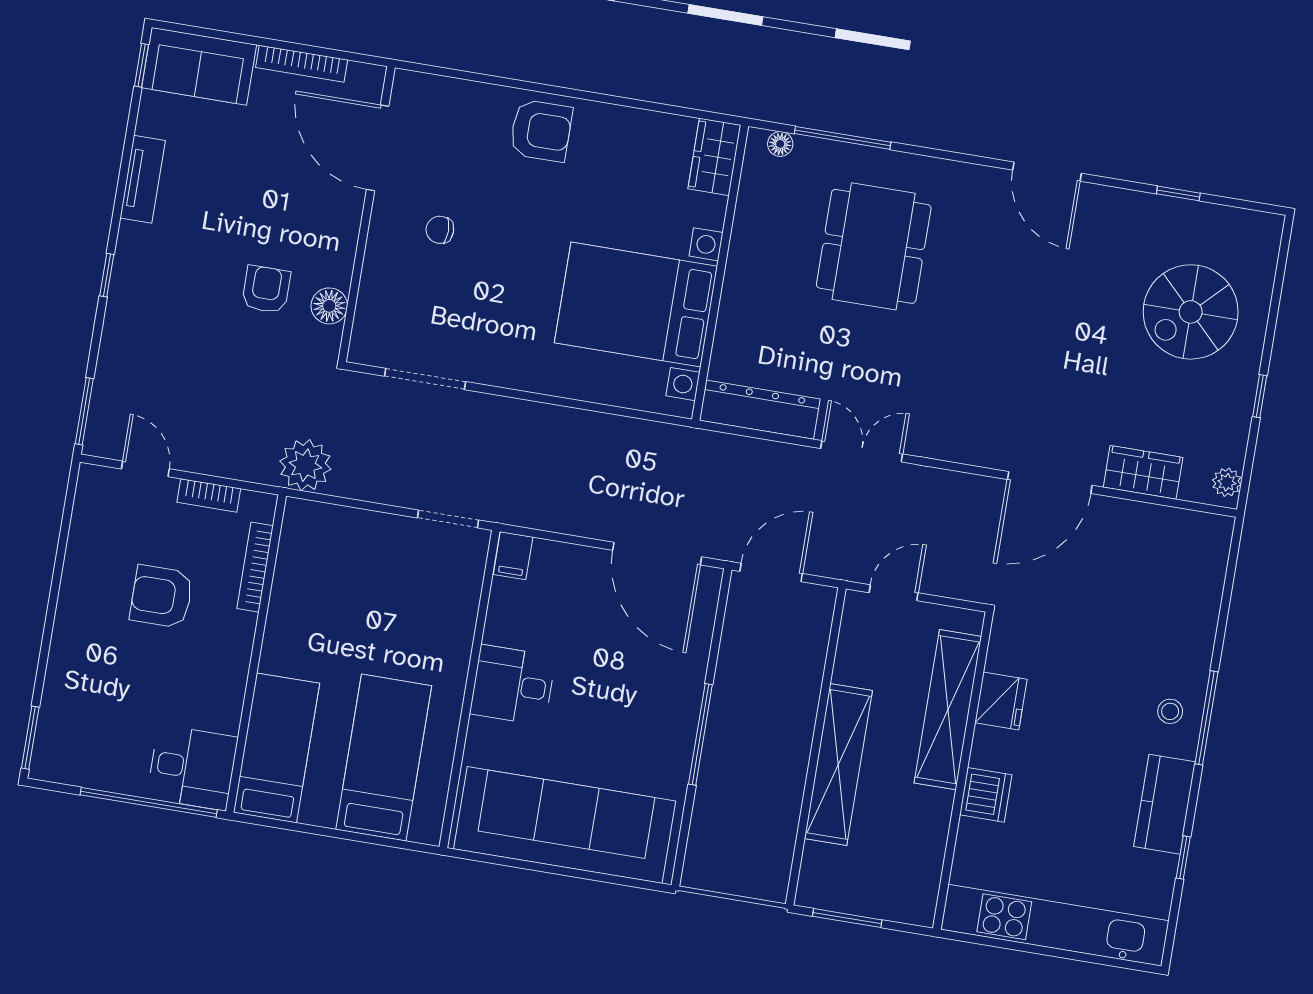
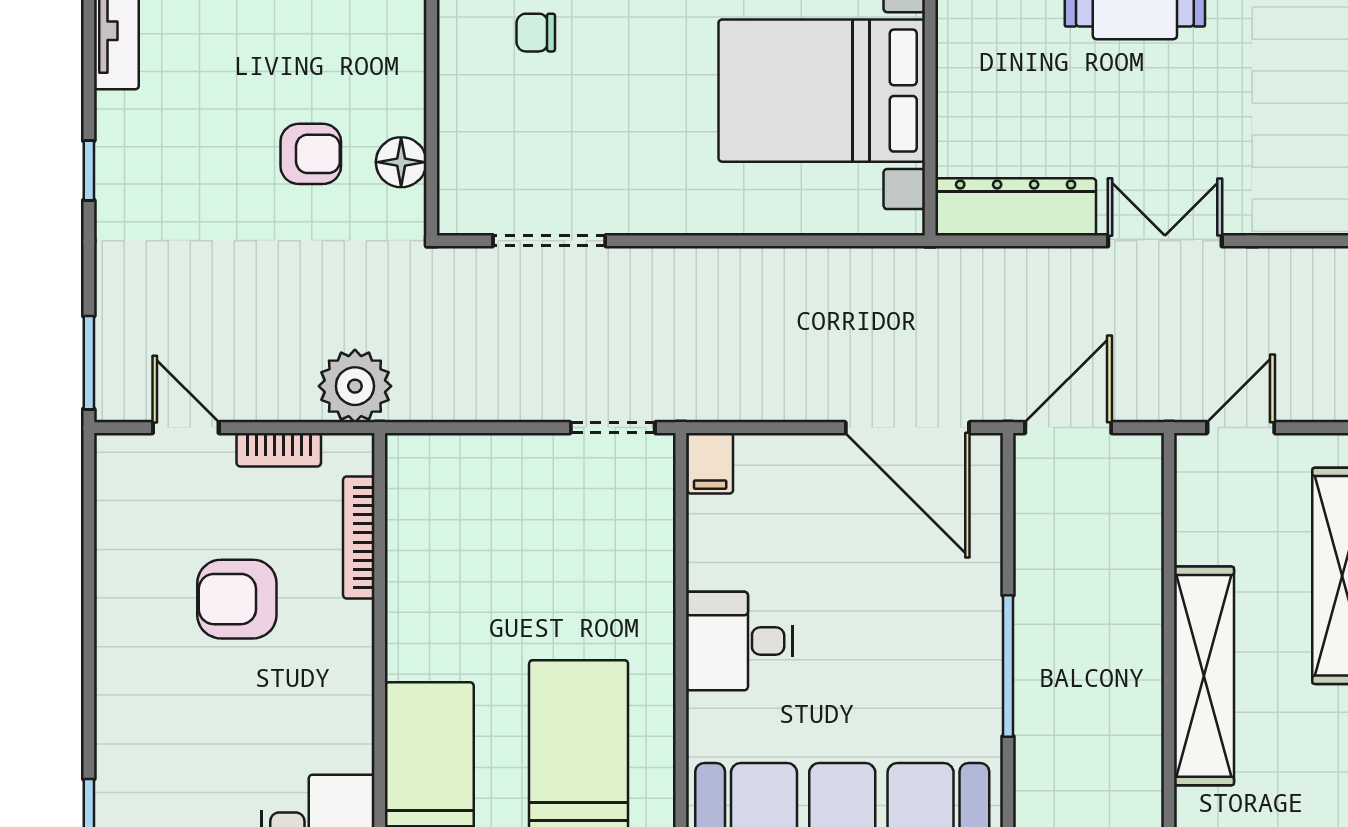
armchair: (266, 289) -> (311, 154), turned 90
plant: (305, 465) -> (355, 386), moved

